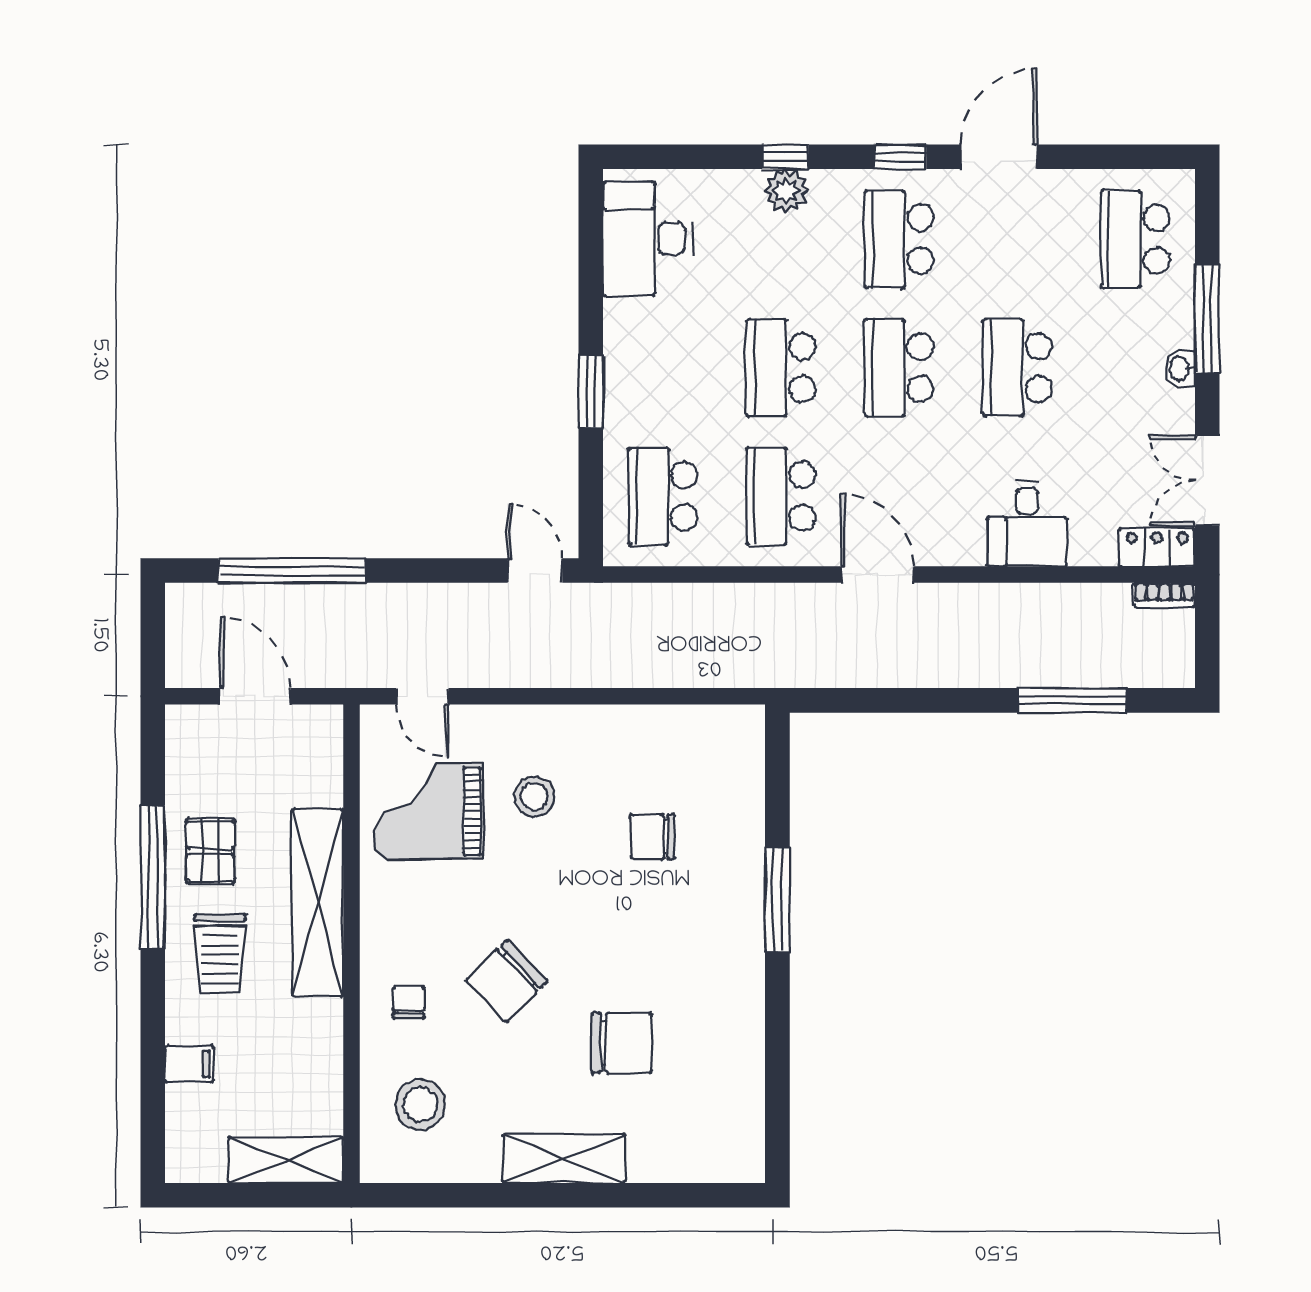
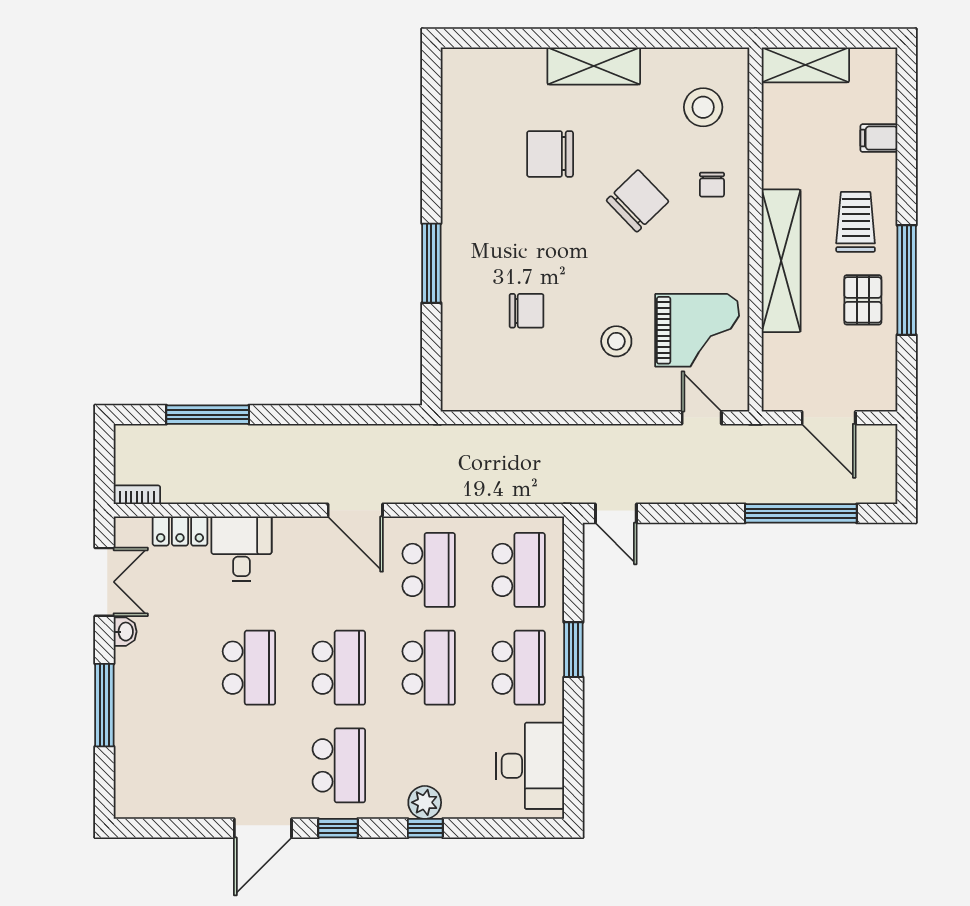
school desk: (1135, 239) -> (519, 668), moved
washbasin: (1180, 368) -> (125, 632), moved
locker: (1157, 547) -> (180, 531), moved

